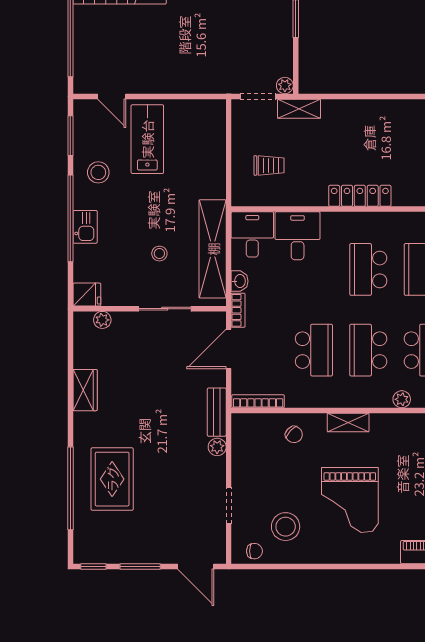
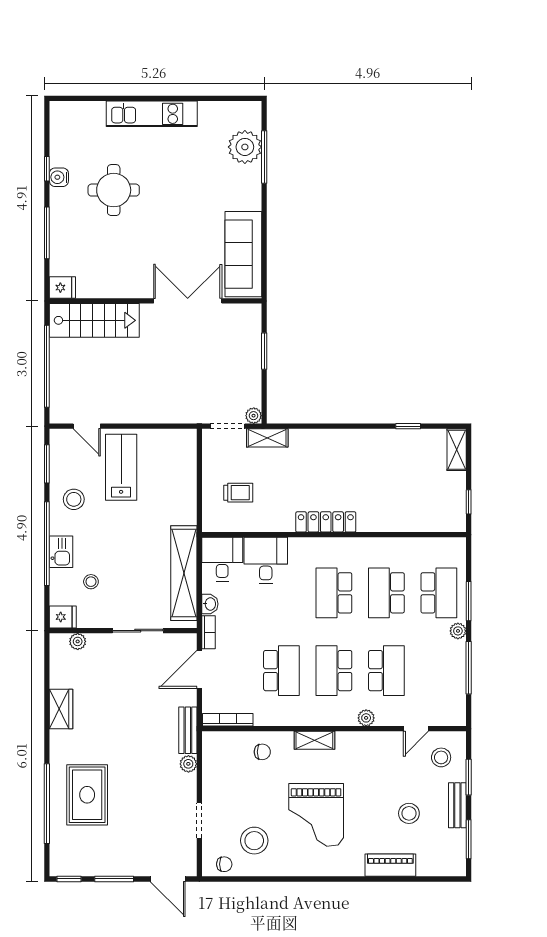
stool: (159, 254) -> (91, 582), moved
chair: (294, 435) -> (262, 752), turned -42

